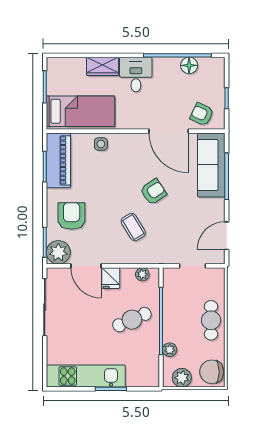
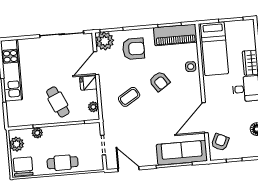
armchair: (153, 192) -> (160, 81), moved

